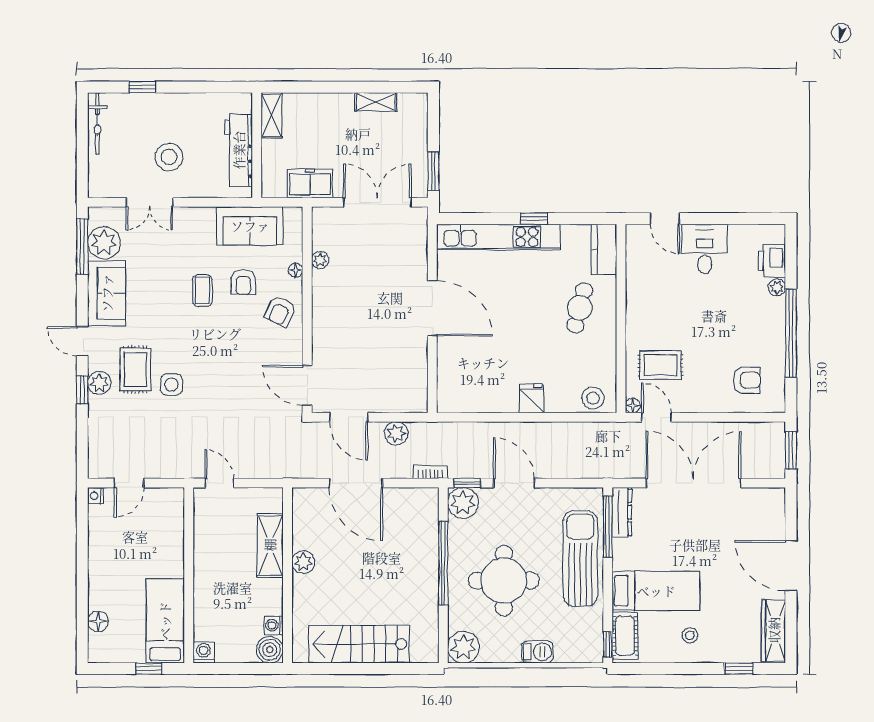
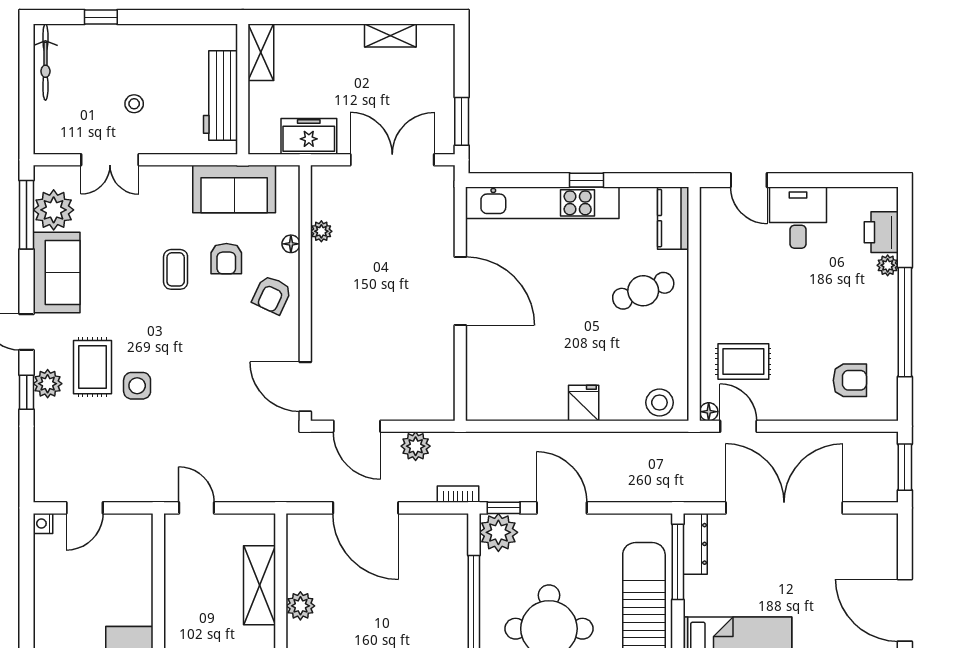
stool: (169, 157) -> (134, 104), width x0.53, depth x0.53
cafe table: (580, 308) -> (643, 291), turned 55

